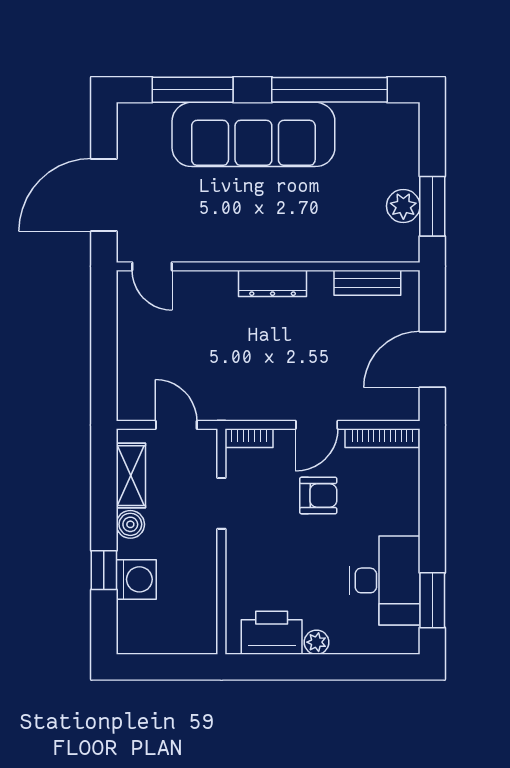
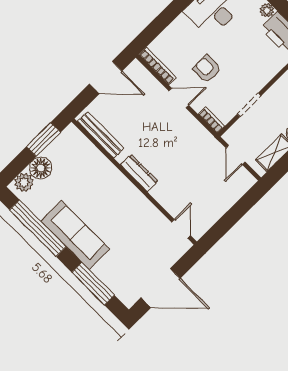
sofa: (253, 134) -> (75, 235), width x0.74, depth x0.79
floor lamp: (400, 168) -> (41, 168), added
door: (104, 195) -> (161, 288), moved
plant: (403, 206) -> (24, 182), moved
bench: (367, 283) -> (101, 135), width x1.36

